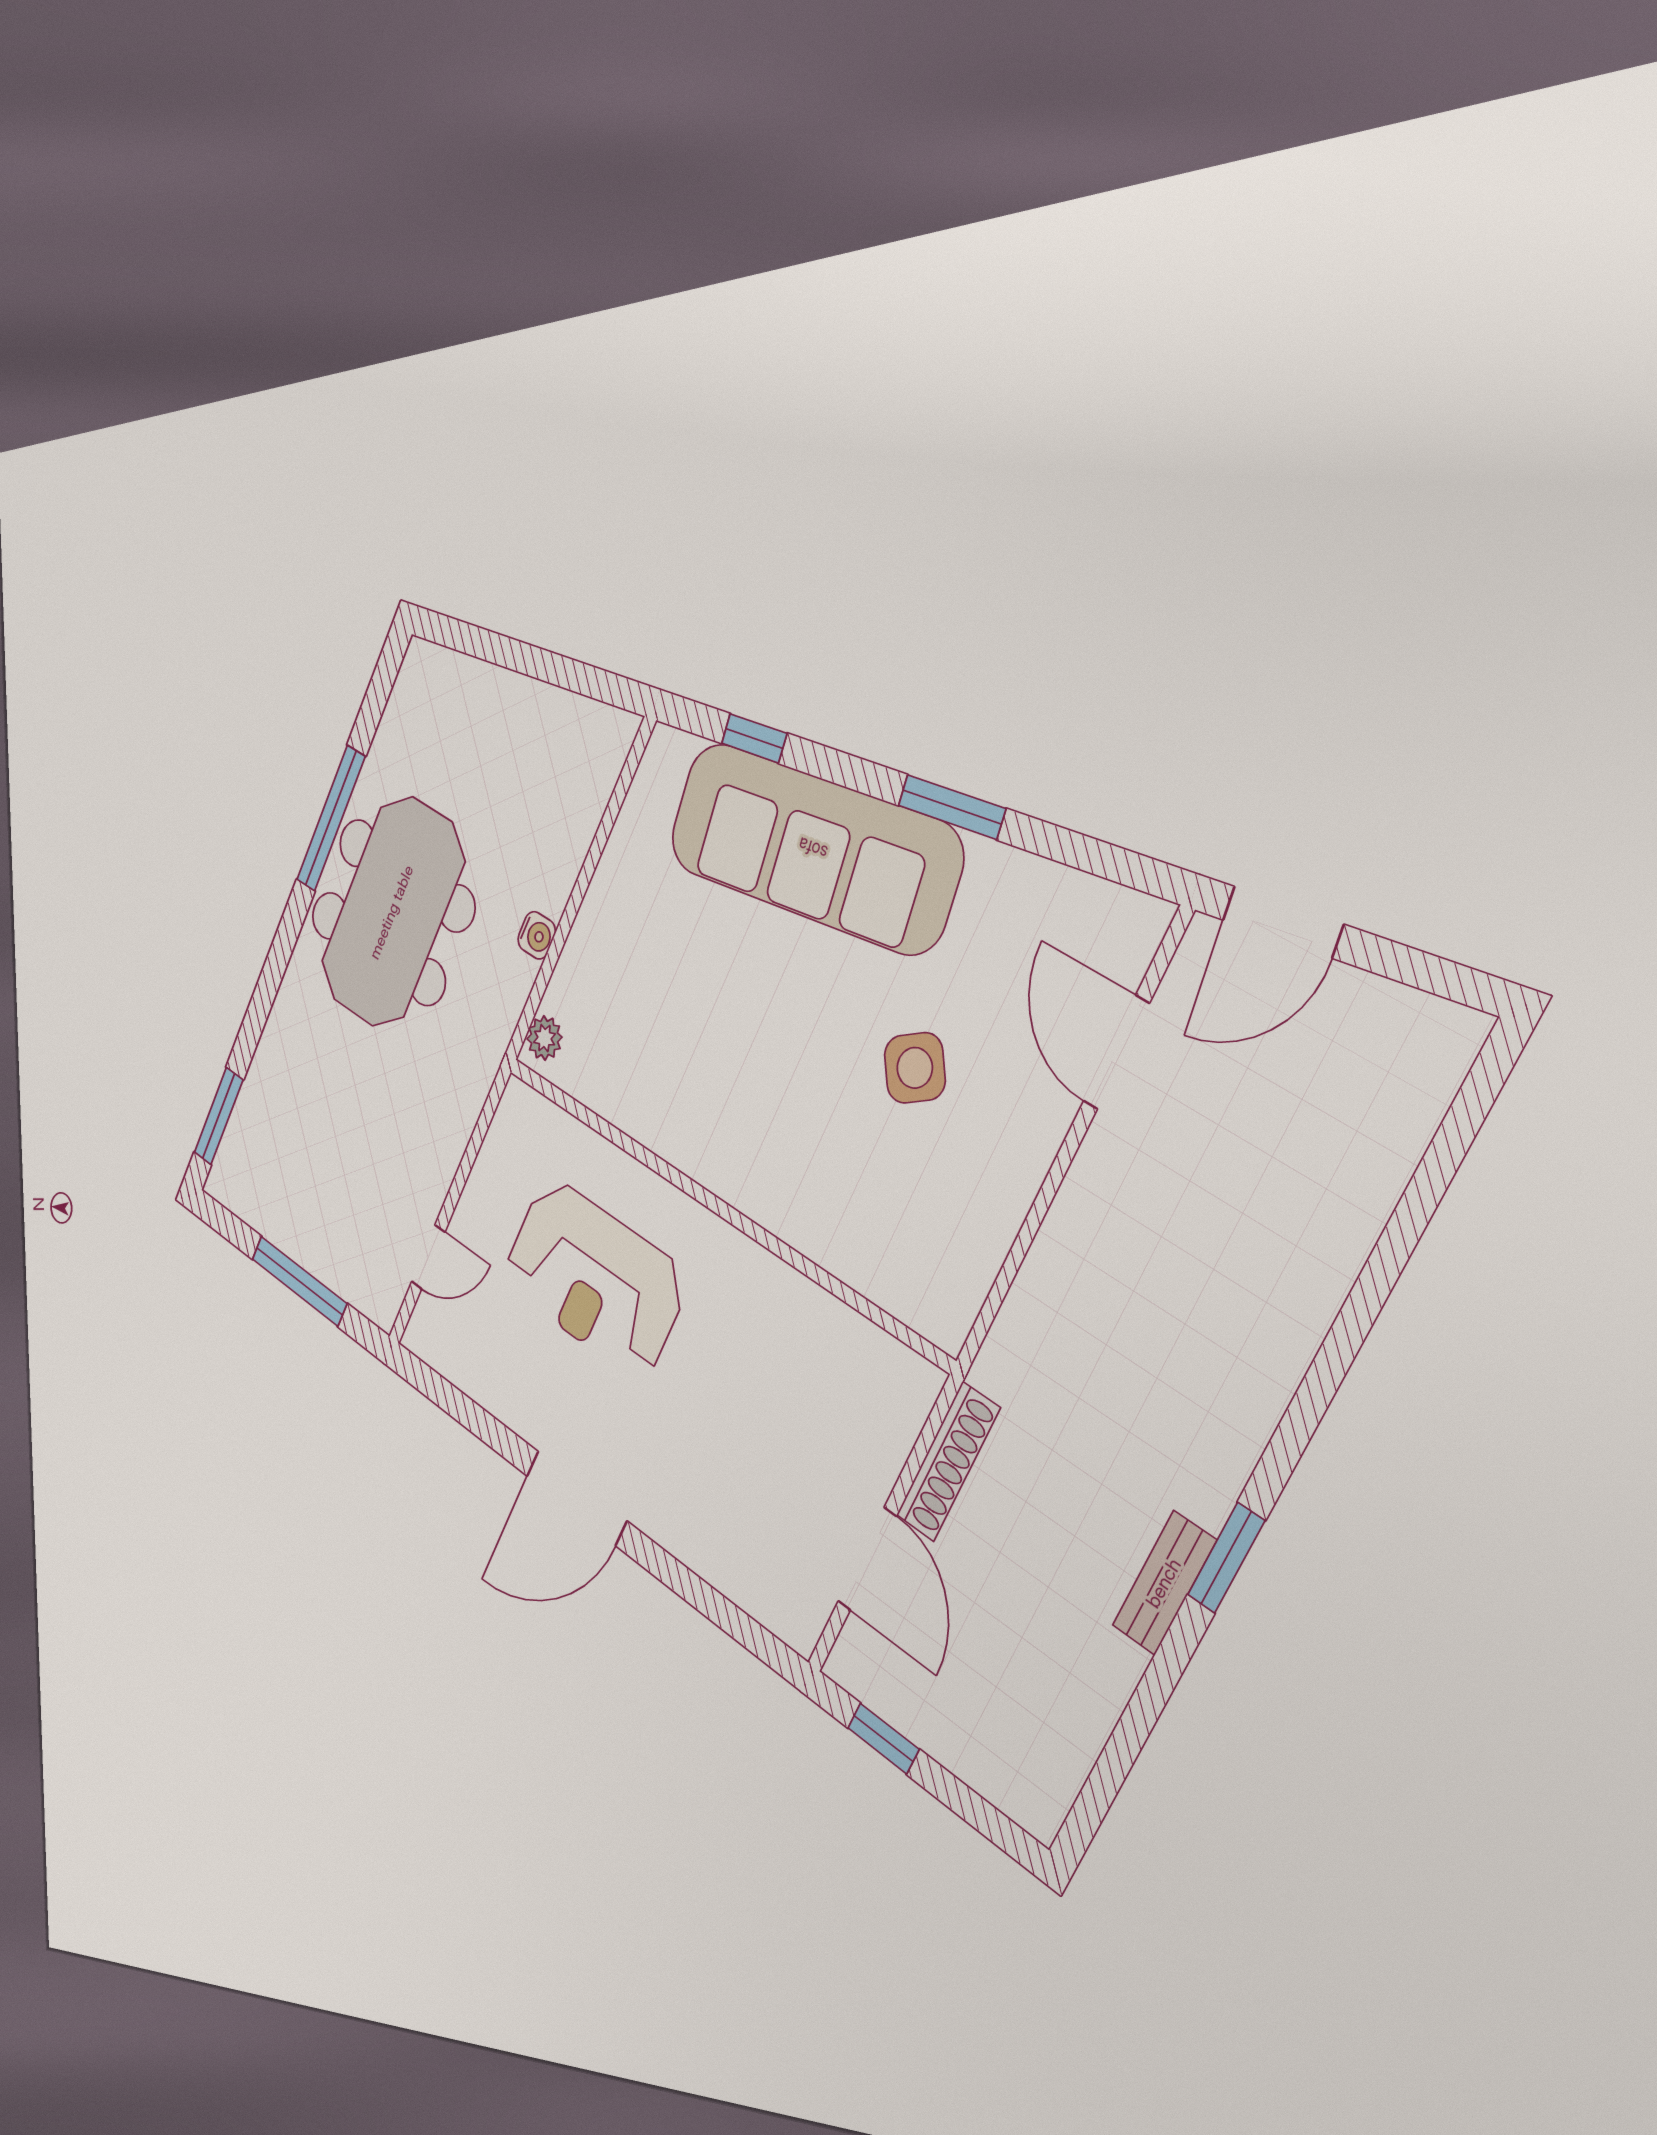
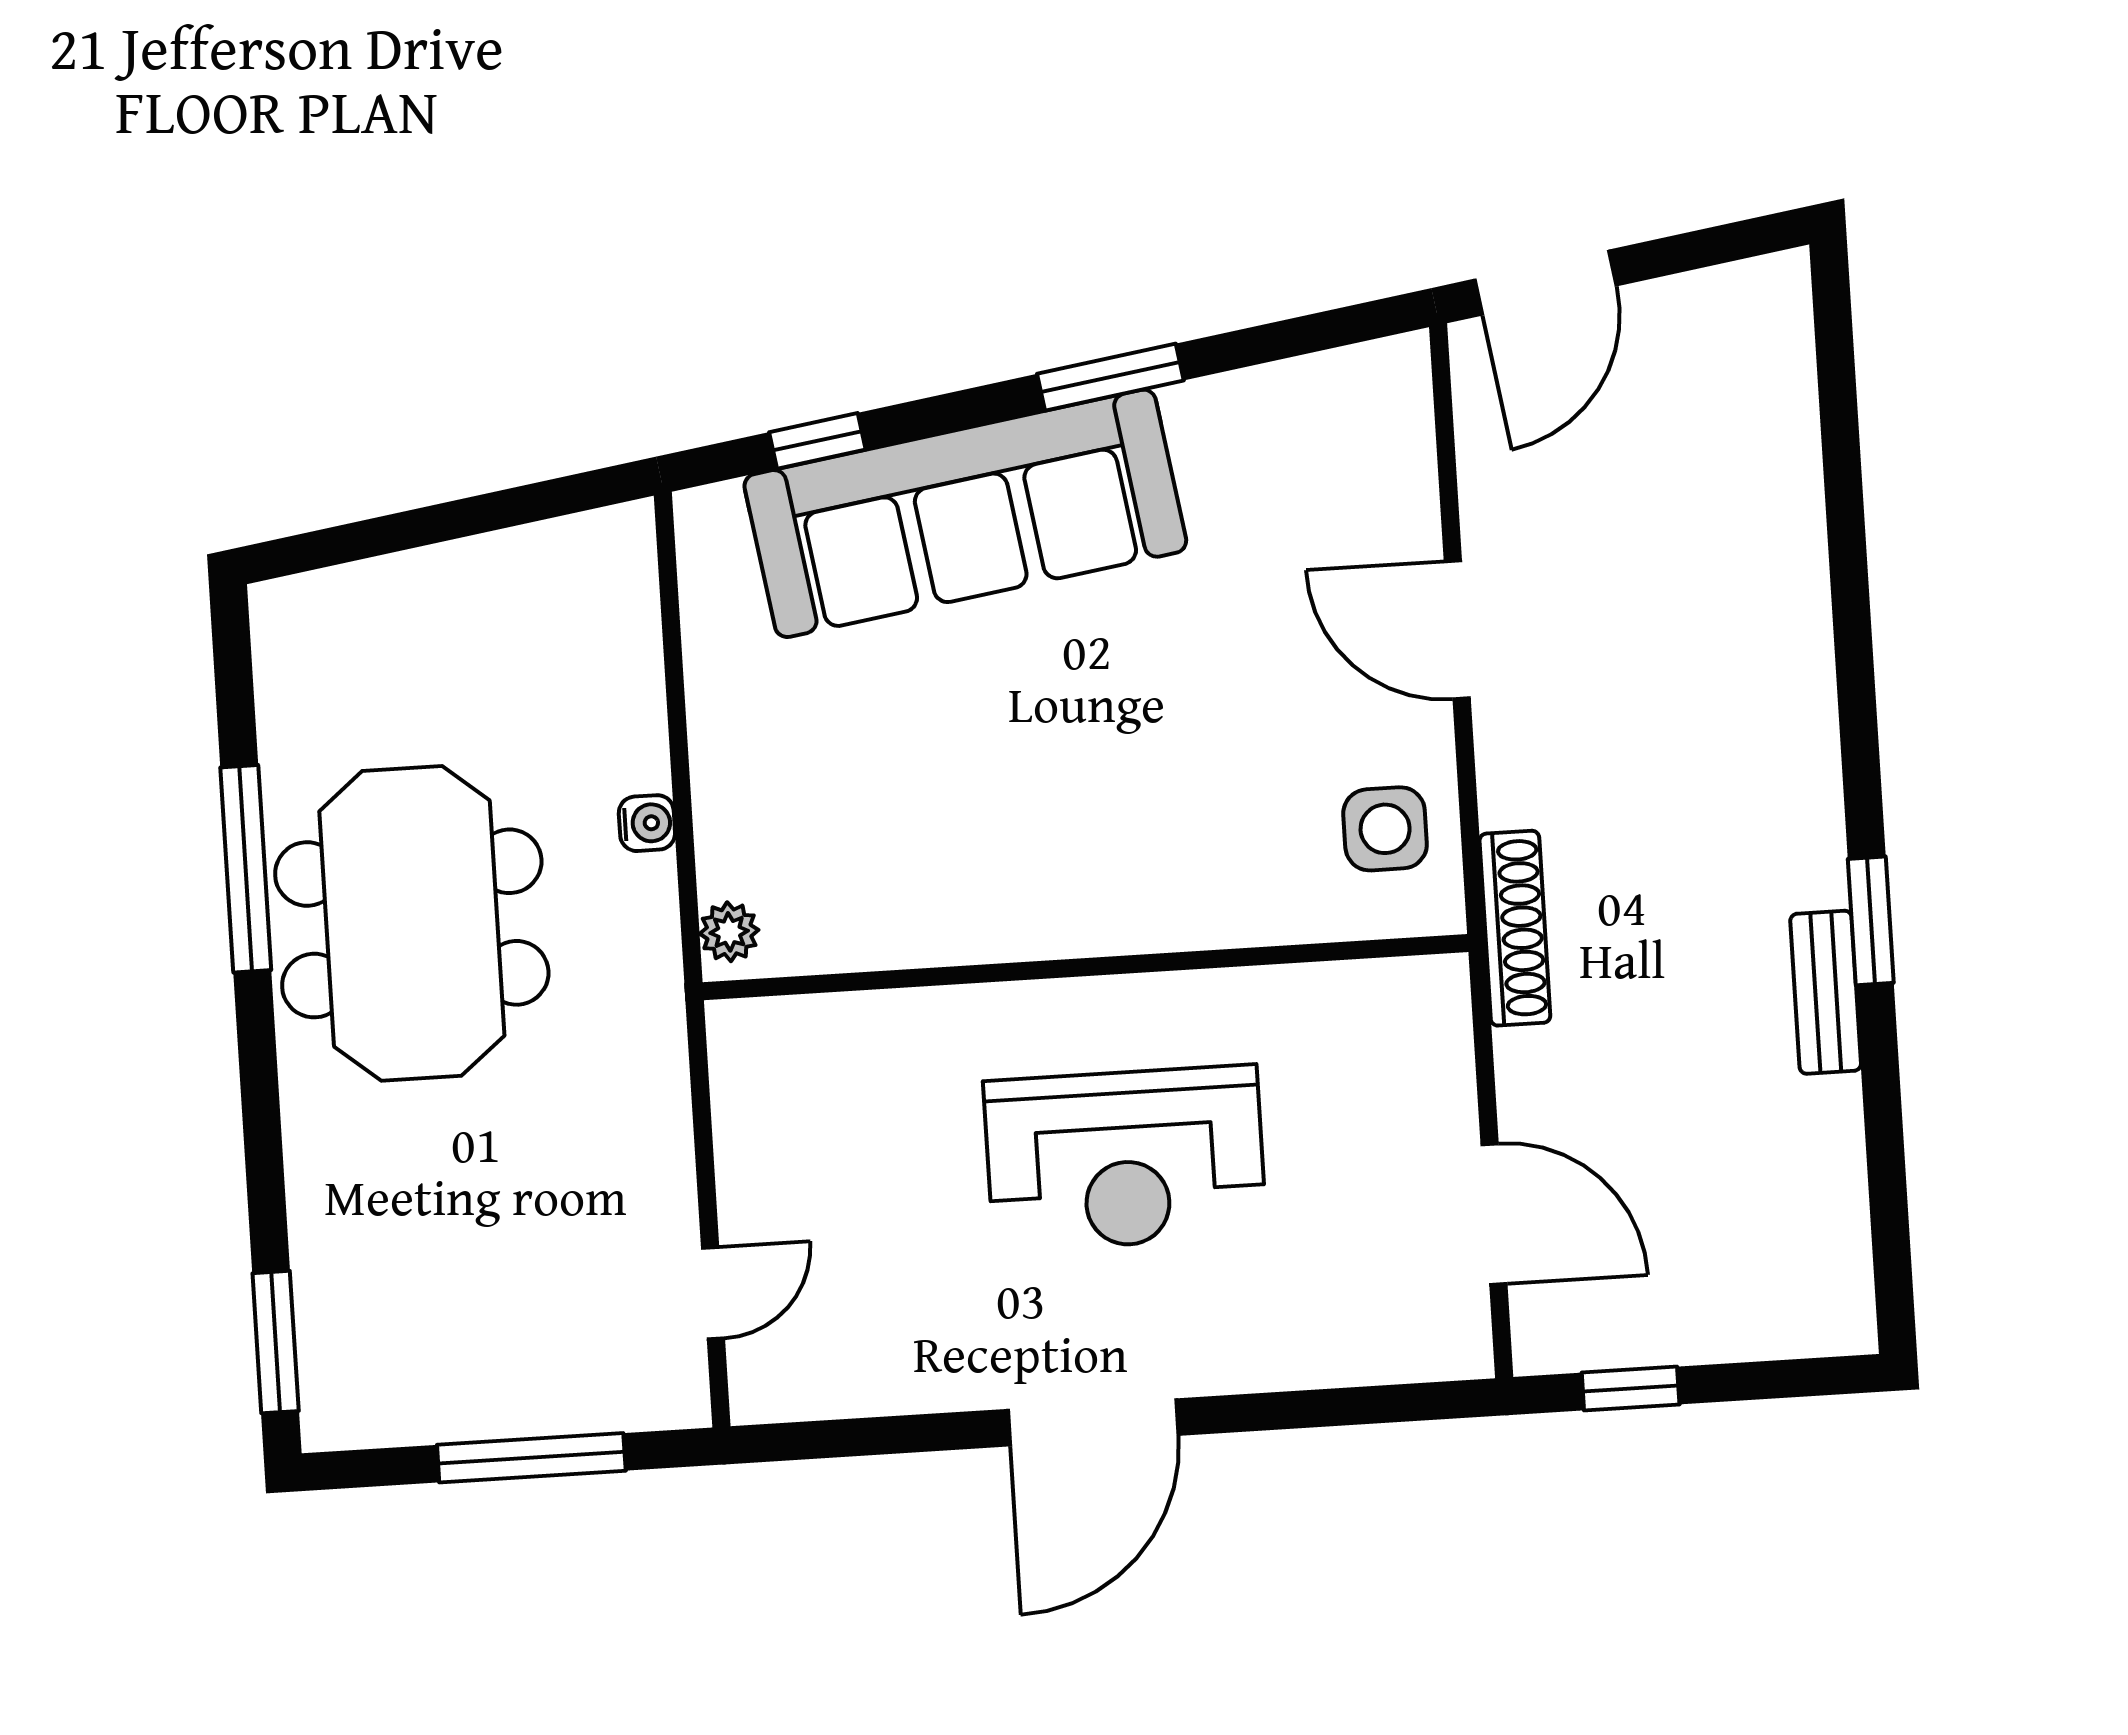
door: (1116, 1052) -> (1457, 630), moved
side table: (915, 1068) -> (1385, 829), moved, turned 34
reception desk: (594, 1278) -> (1125, 1158), moved
shoe rack: (948, 1462) -> (1515, 928), moved

